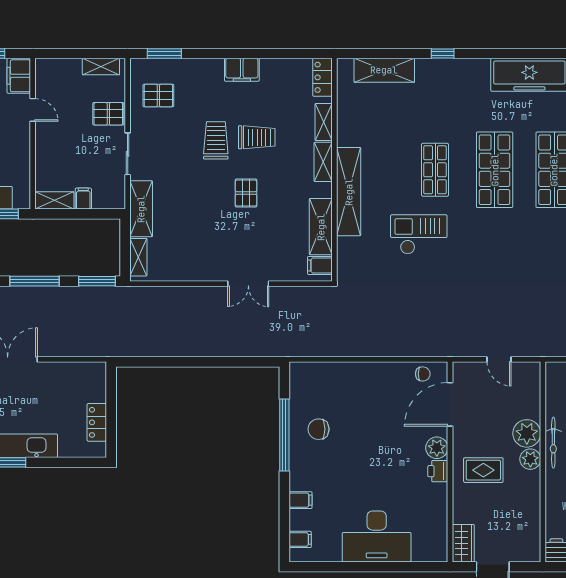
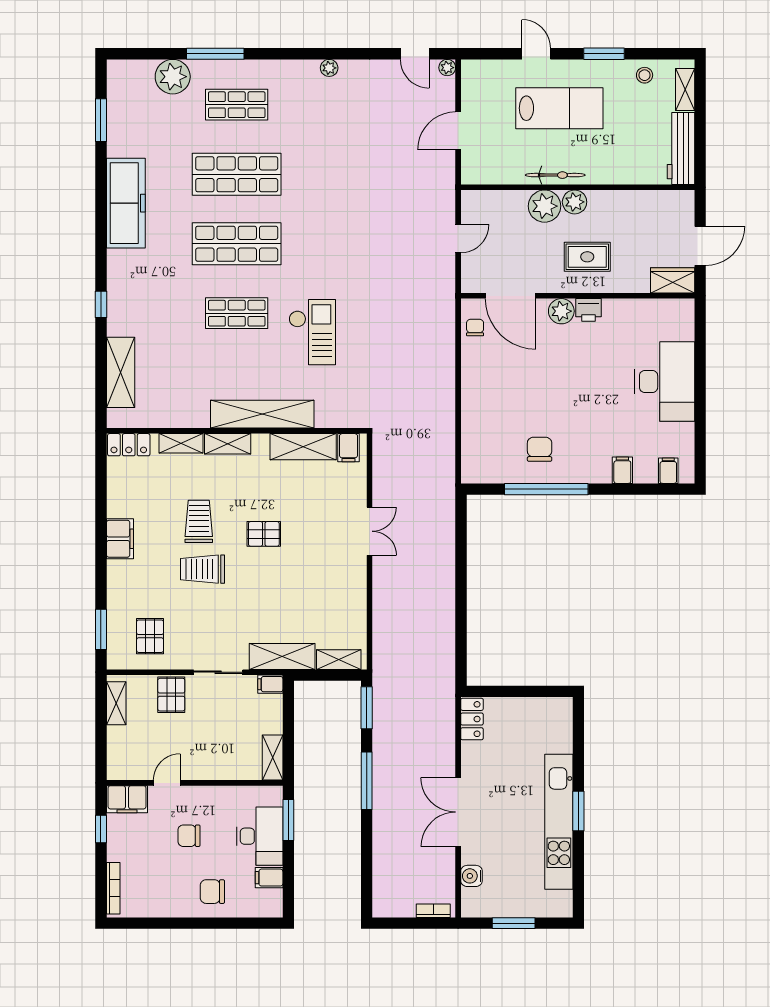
filing cabinet: (83, 199) -> (270, 684), moved
checkout: (419, 234) -> (312, 332), turned 180
locker: (97, 422) -> (472, 719), moved, turned -90
chair: (319, 429) -> (540, 449), turned 180
rug: (483, 470) -> (587, 257), turned 90

